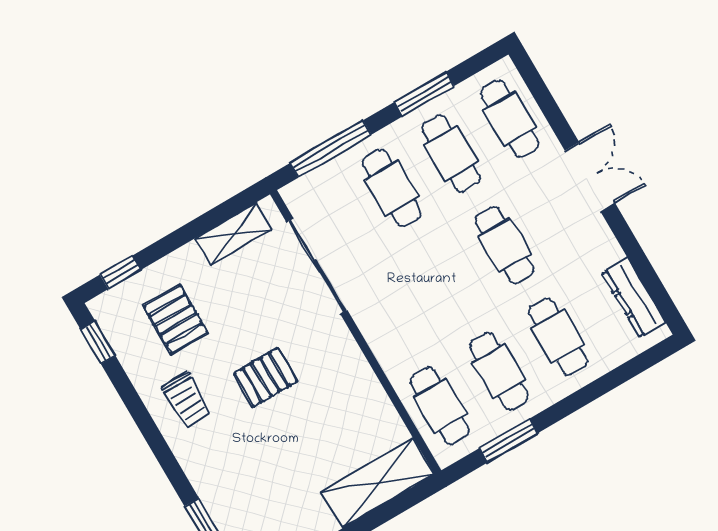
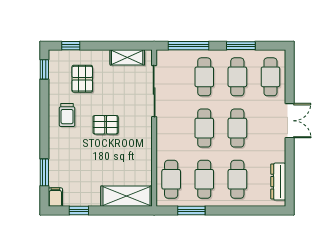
cafe table: (445, 280) -> (204, 128), added

